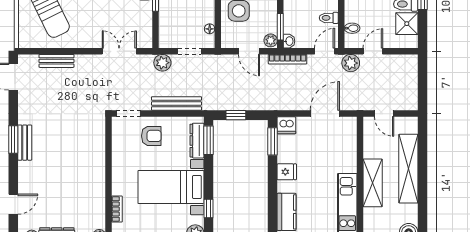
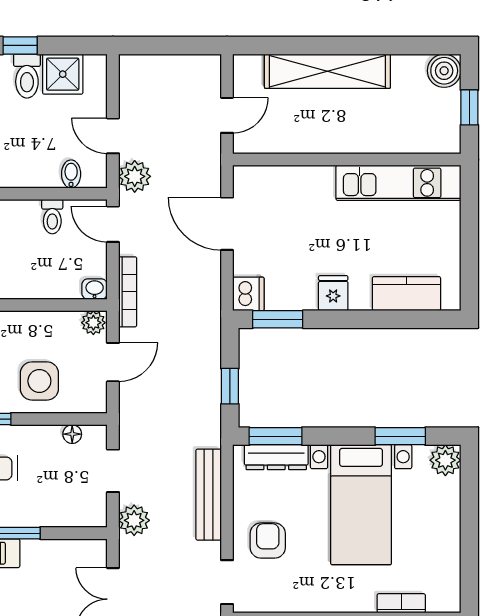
window: (280, 27) -> (68, 305), removed
shelving: (373, 183) -> (354, 136), removed
window: (208, 208) -> (400, 436), width x1.50

